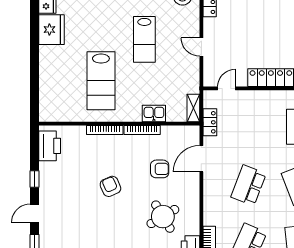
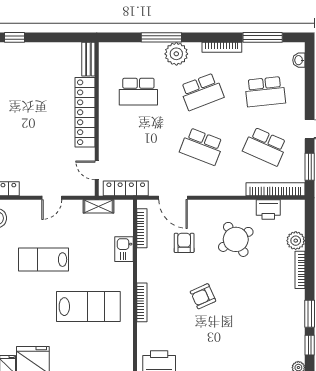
lab bench: (144, 39) -> (44, 260), turned 180
shelving: (193, 108) -> (99, 206), moved
locker: (210, 122) -> (126, 188), width x1.53
bookcase: (142, 130) -> (142, 228), moved

